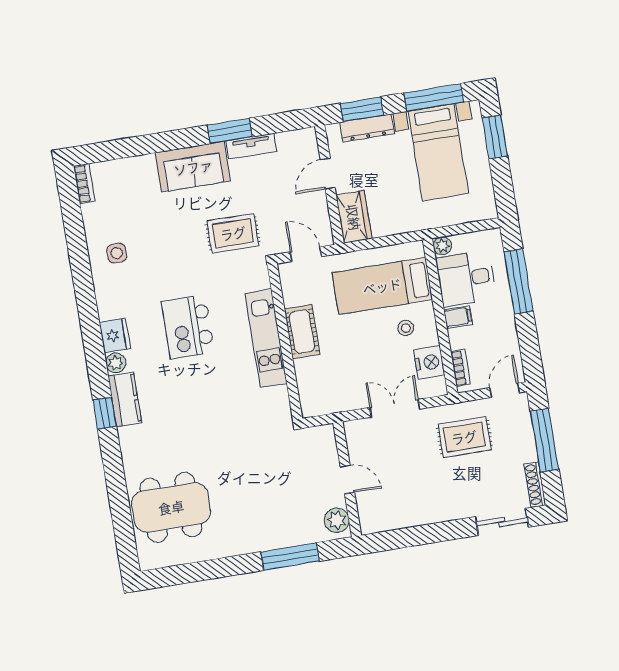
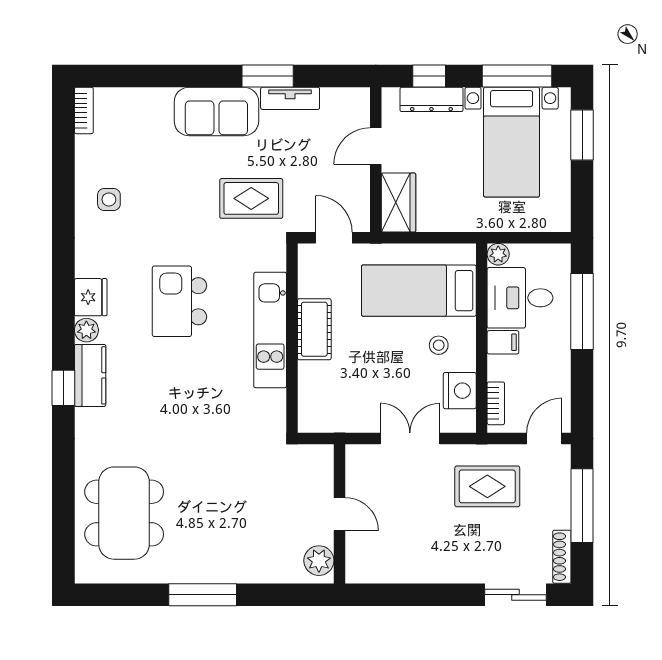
window: (362, 109) -> (429, 76), width x0.67
dining table: (171, 507) -> (124, 513), turned 90
window: (290, 557) -> (203, 595), moved

